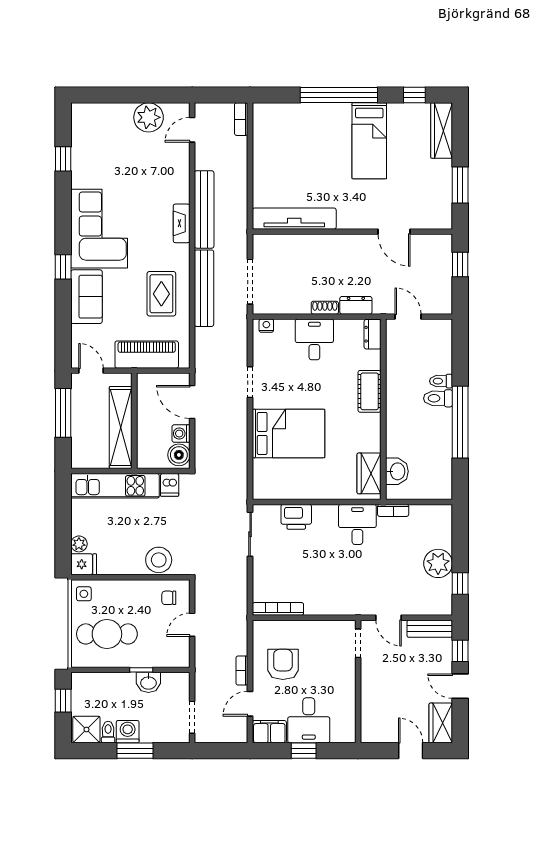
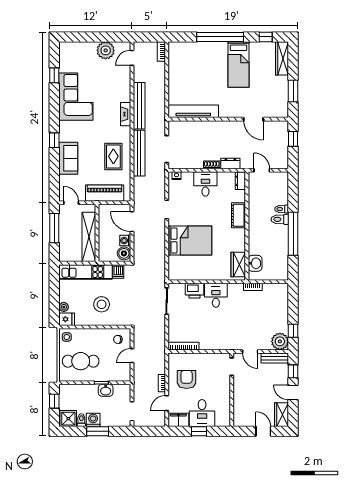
corner sofa: (99, 229) -> (76, 97), moved
desk: (357, 524) -> (216, 295), moved
stool: (159, 560) -> (102, 304), moved
plant: (438, 563) -> (280, 341), moved

